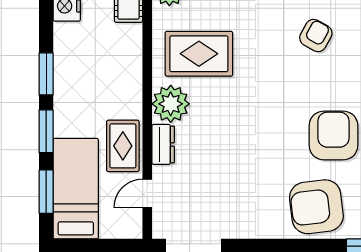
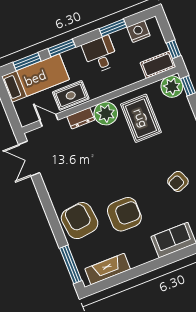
armchair: (316, 36) -> (178, 181), turned 129
window: (46, 74) -> (113, 28), moved
desk: (79, 77) -> (100, 54), added

